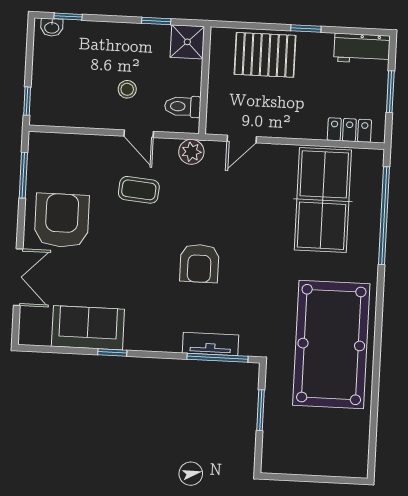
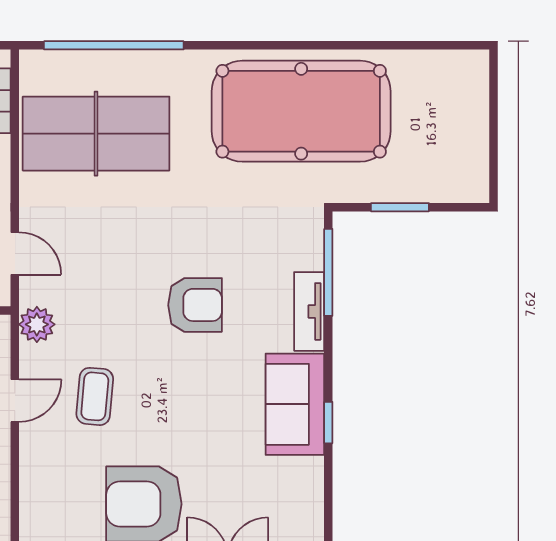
sofa: (88, 328) -> (295, 404), moved
tv unit: (211, 344) -> (309, 311), moved

